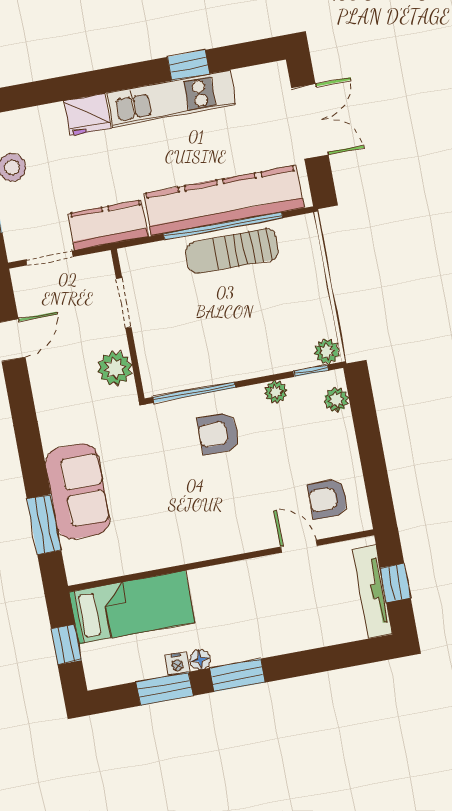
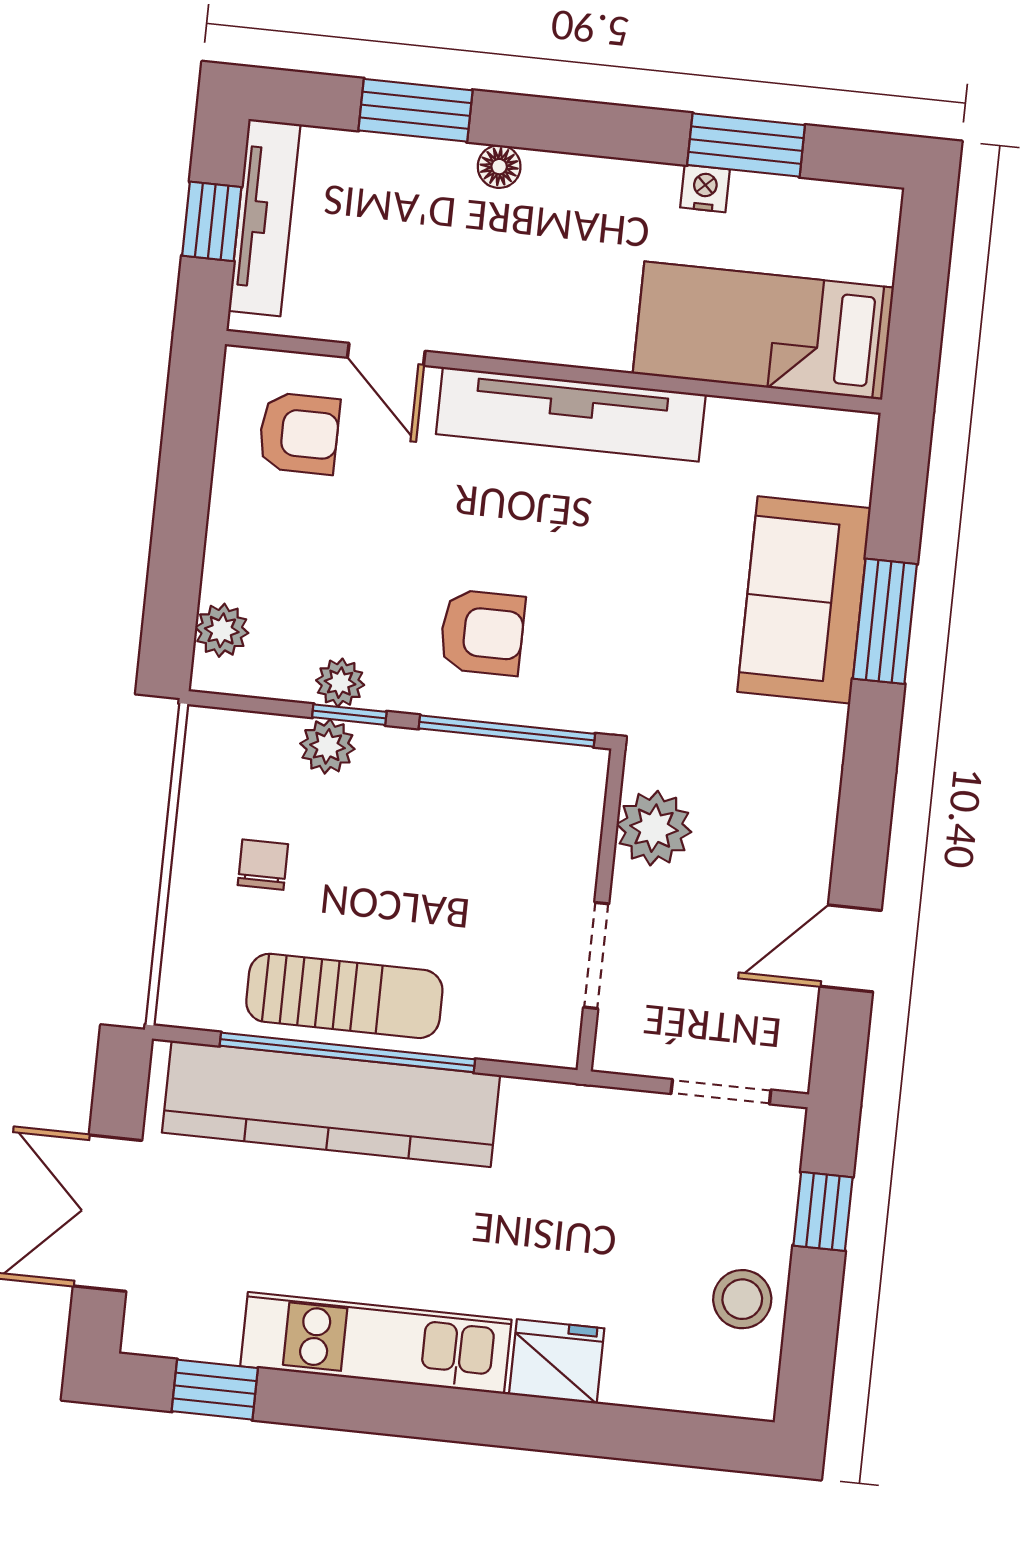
window: (188, 65) -> (215, 1390), moved
kitchen counter: (108, 225) -> (581, 1124), removed
chair: (286, 299) -> (263, 865), added
plant: (327, 351) -> (327, 746), moved
window: (311, 371) -> (349, 715), moved
window: (44, 525) -> (885, 621), moved
tv unit: (208, 544) -> (571, 414), added
window: (66, 644) -> (919, 295), removed
floor lamp: (200, 660) -> (499, 167), moved
window: (237, 675) -> (415, 110), moved

